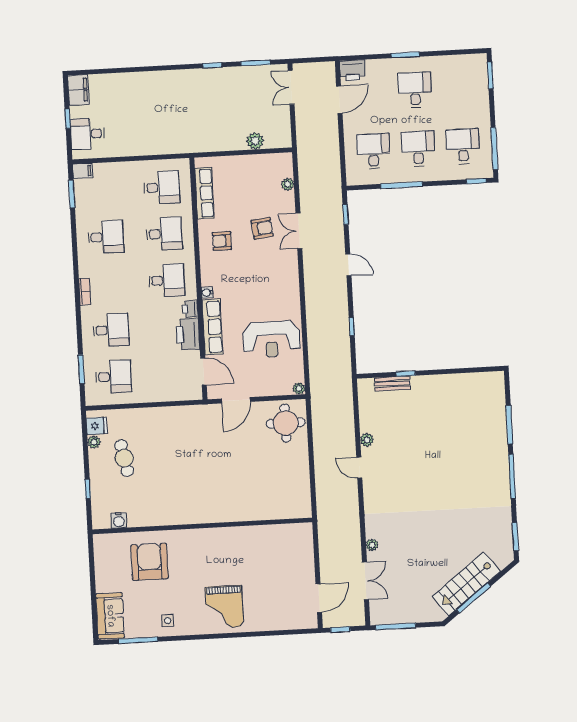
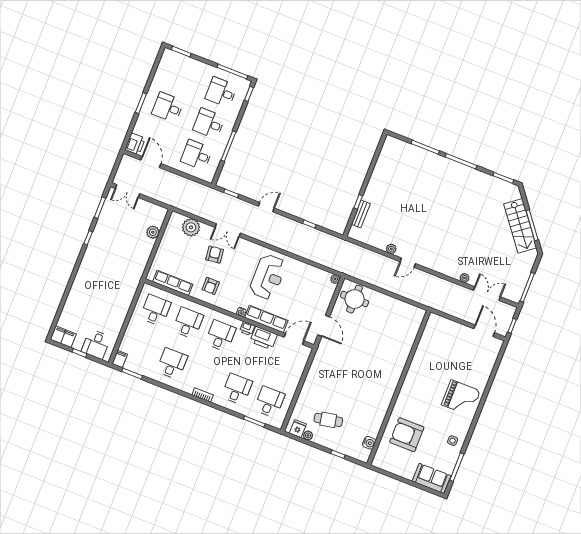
plant: (288, 184) -> (191, 227), width x1.88, depth x1.88
reception desk: (271, 339) -> (268, 277), moved

